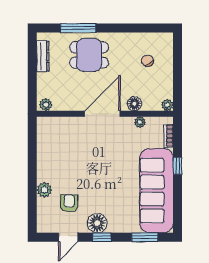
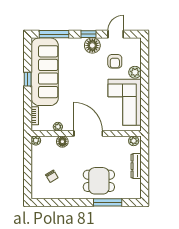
dresser: (43, 56) -> (136, 166), moved
door: (102, 114) -> (88, 134), swing flipped
corner sofa: (57, 153) -> (125, 102), added
window: (178, 166) -> (28, 79), moved
window: (145, 237) -> (54, 34), width x1.44

